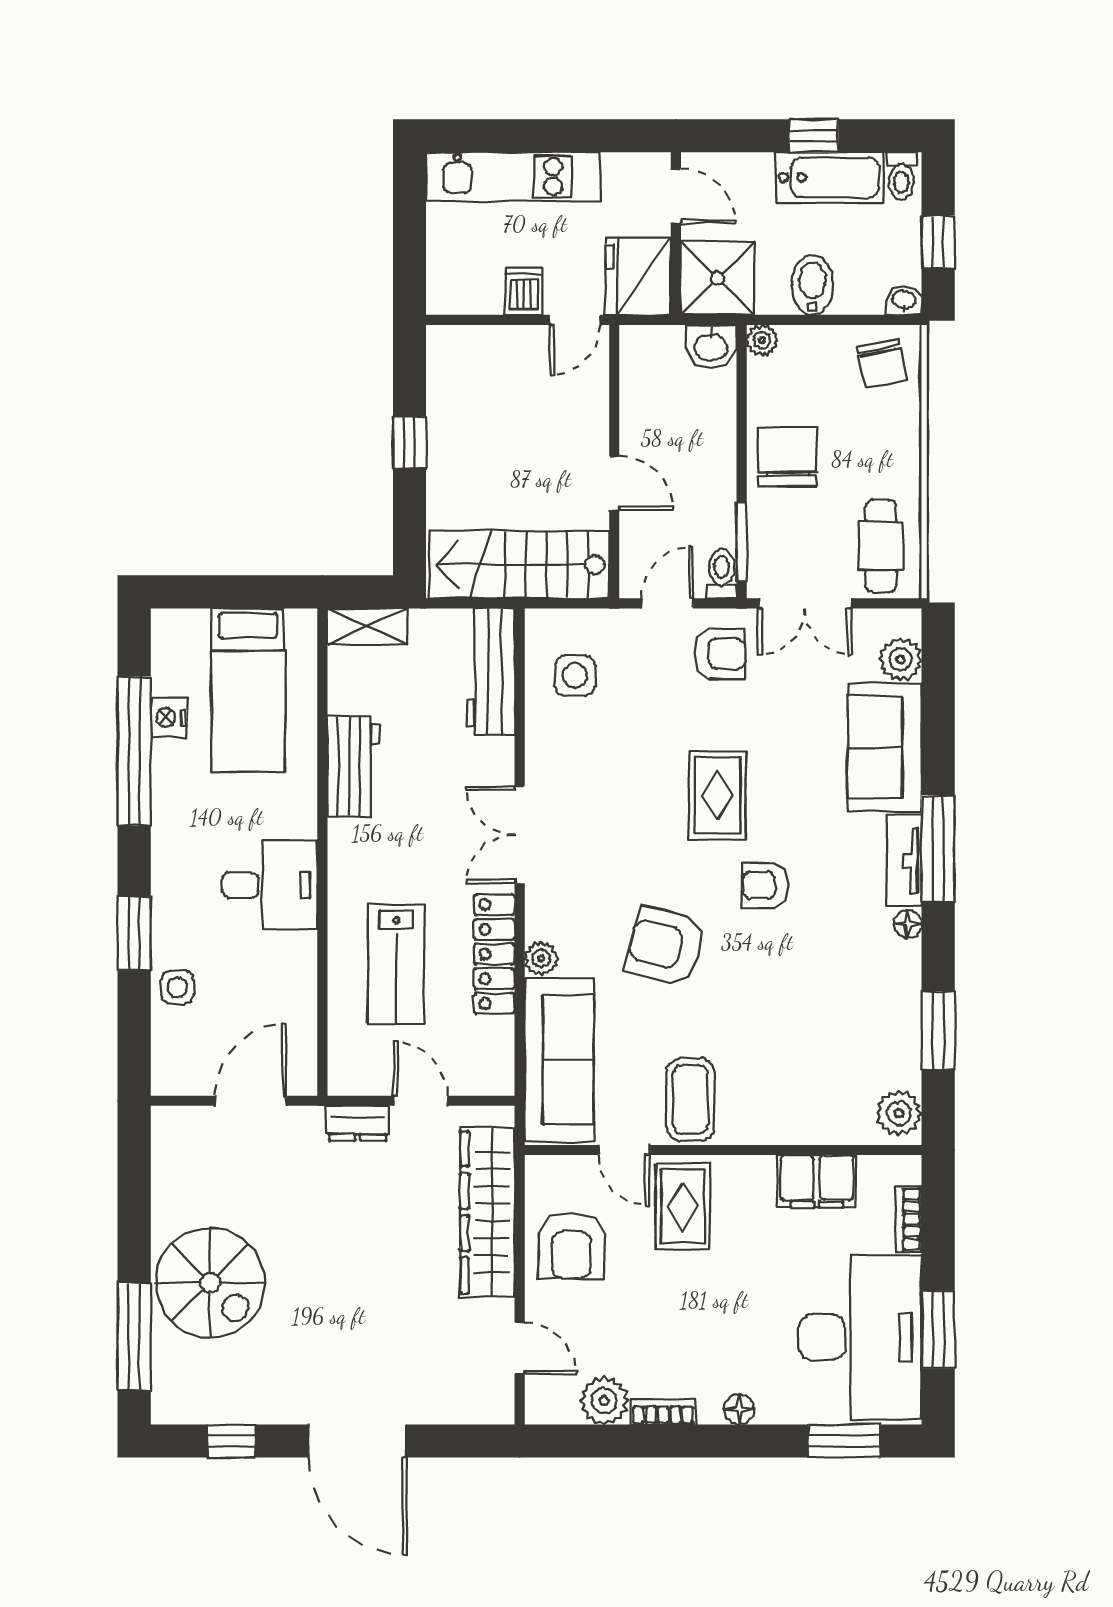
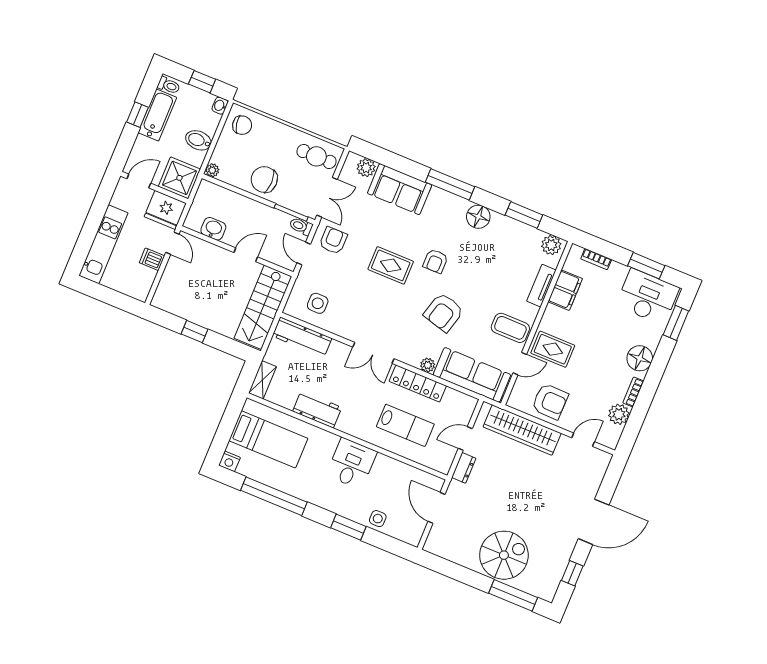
washbasin: (711, 346) -> (213, 229), moved, turned -90
nightstand: (169, 718) -> (229, 461), moved
tv unit: (904, 861) -> (541, 286), moved, turned 90
floor lamp: (908, 924) -> (478, 217), width x1.89, depth x1.89
desk: (860, 1337) -> (648, 297), width x0.73, depth x0.77
floor lamp: (739, 1409) -> (640, 358), width x1.89, depth x1.89

